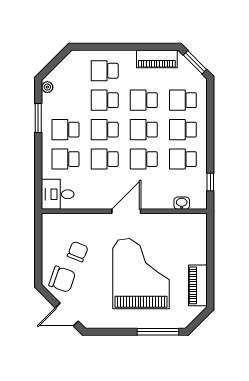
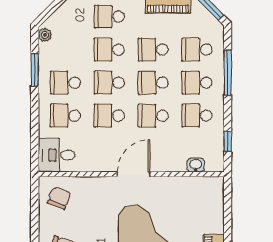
window: (210, 120) -> (228, 72), added
chair: (78, 252) -> (59, 198), moved

